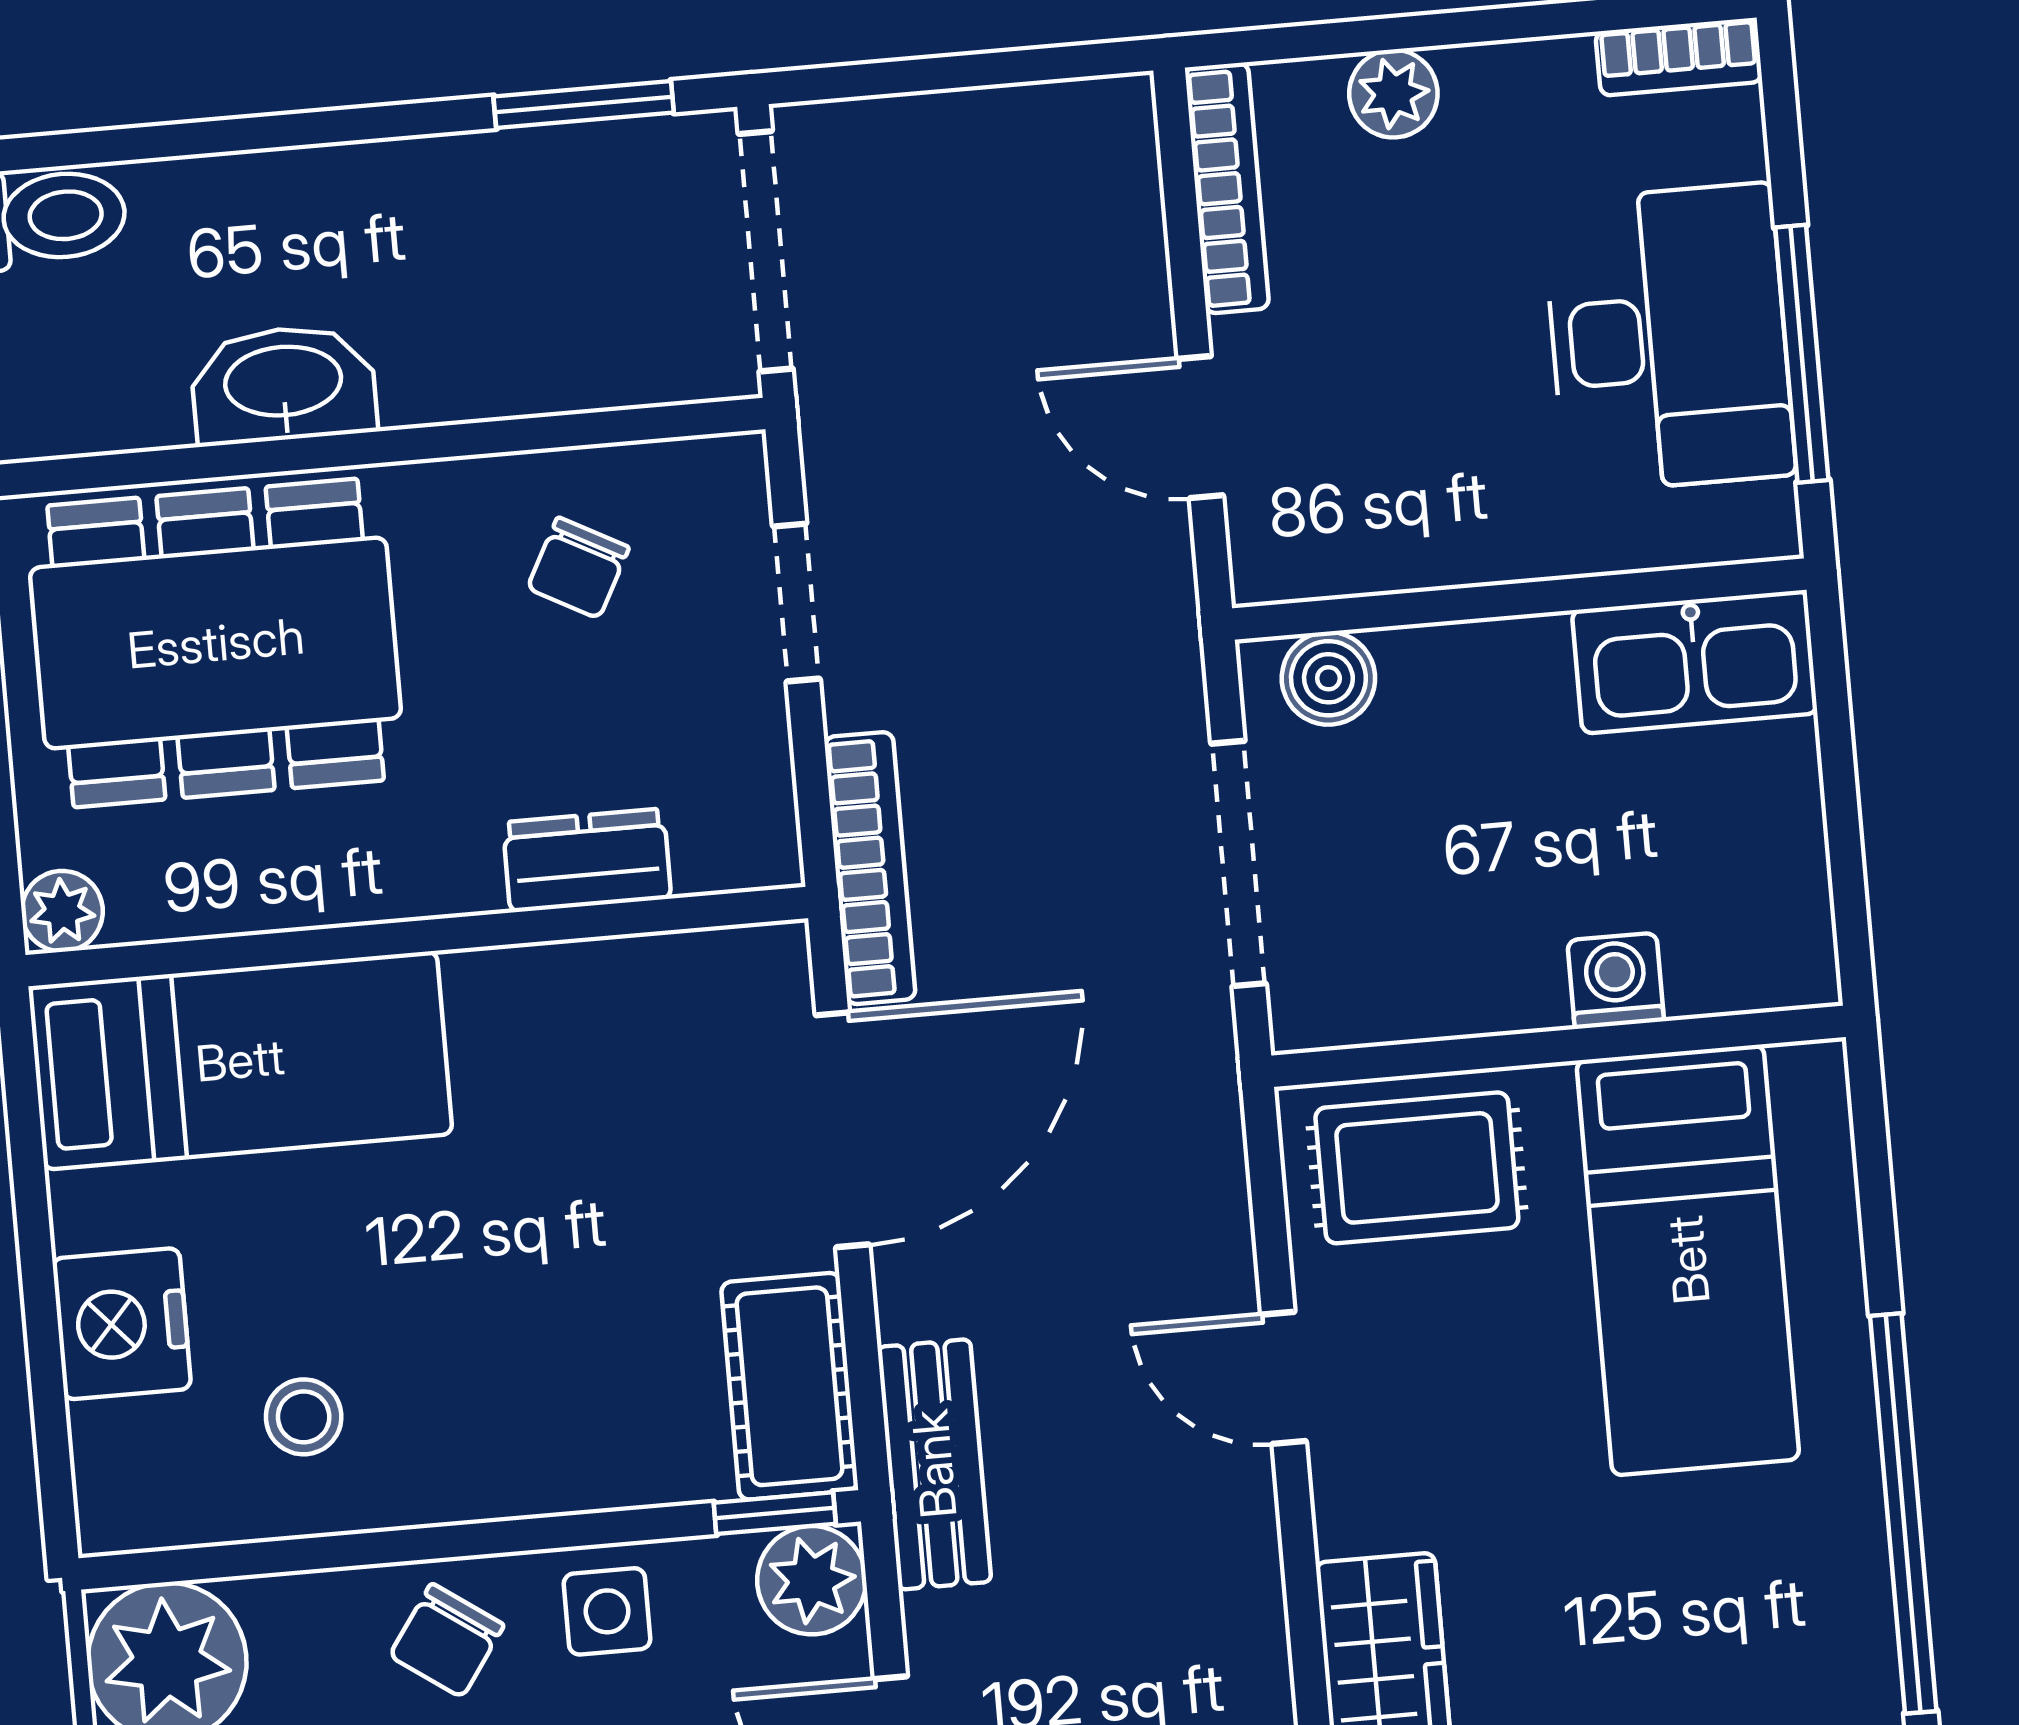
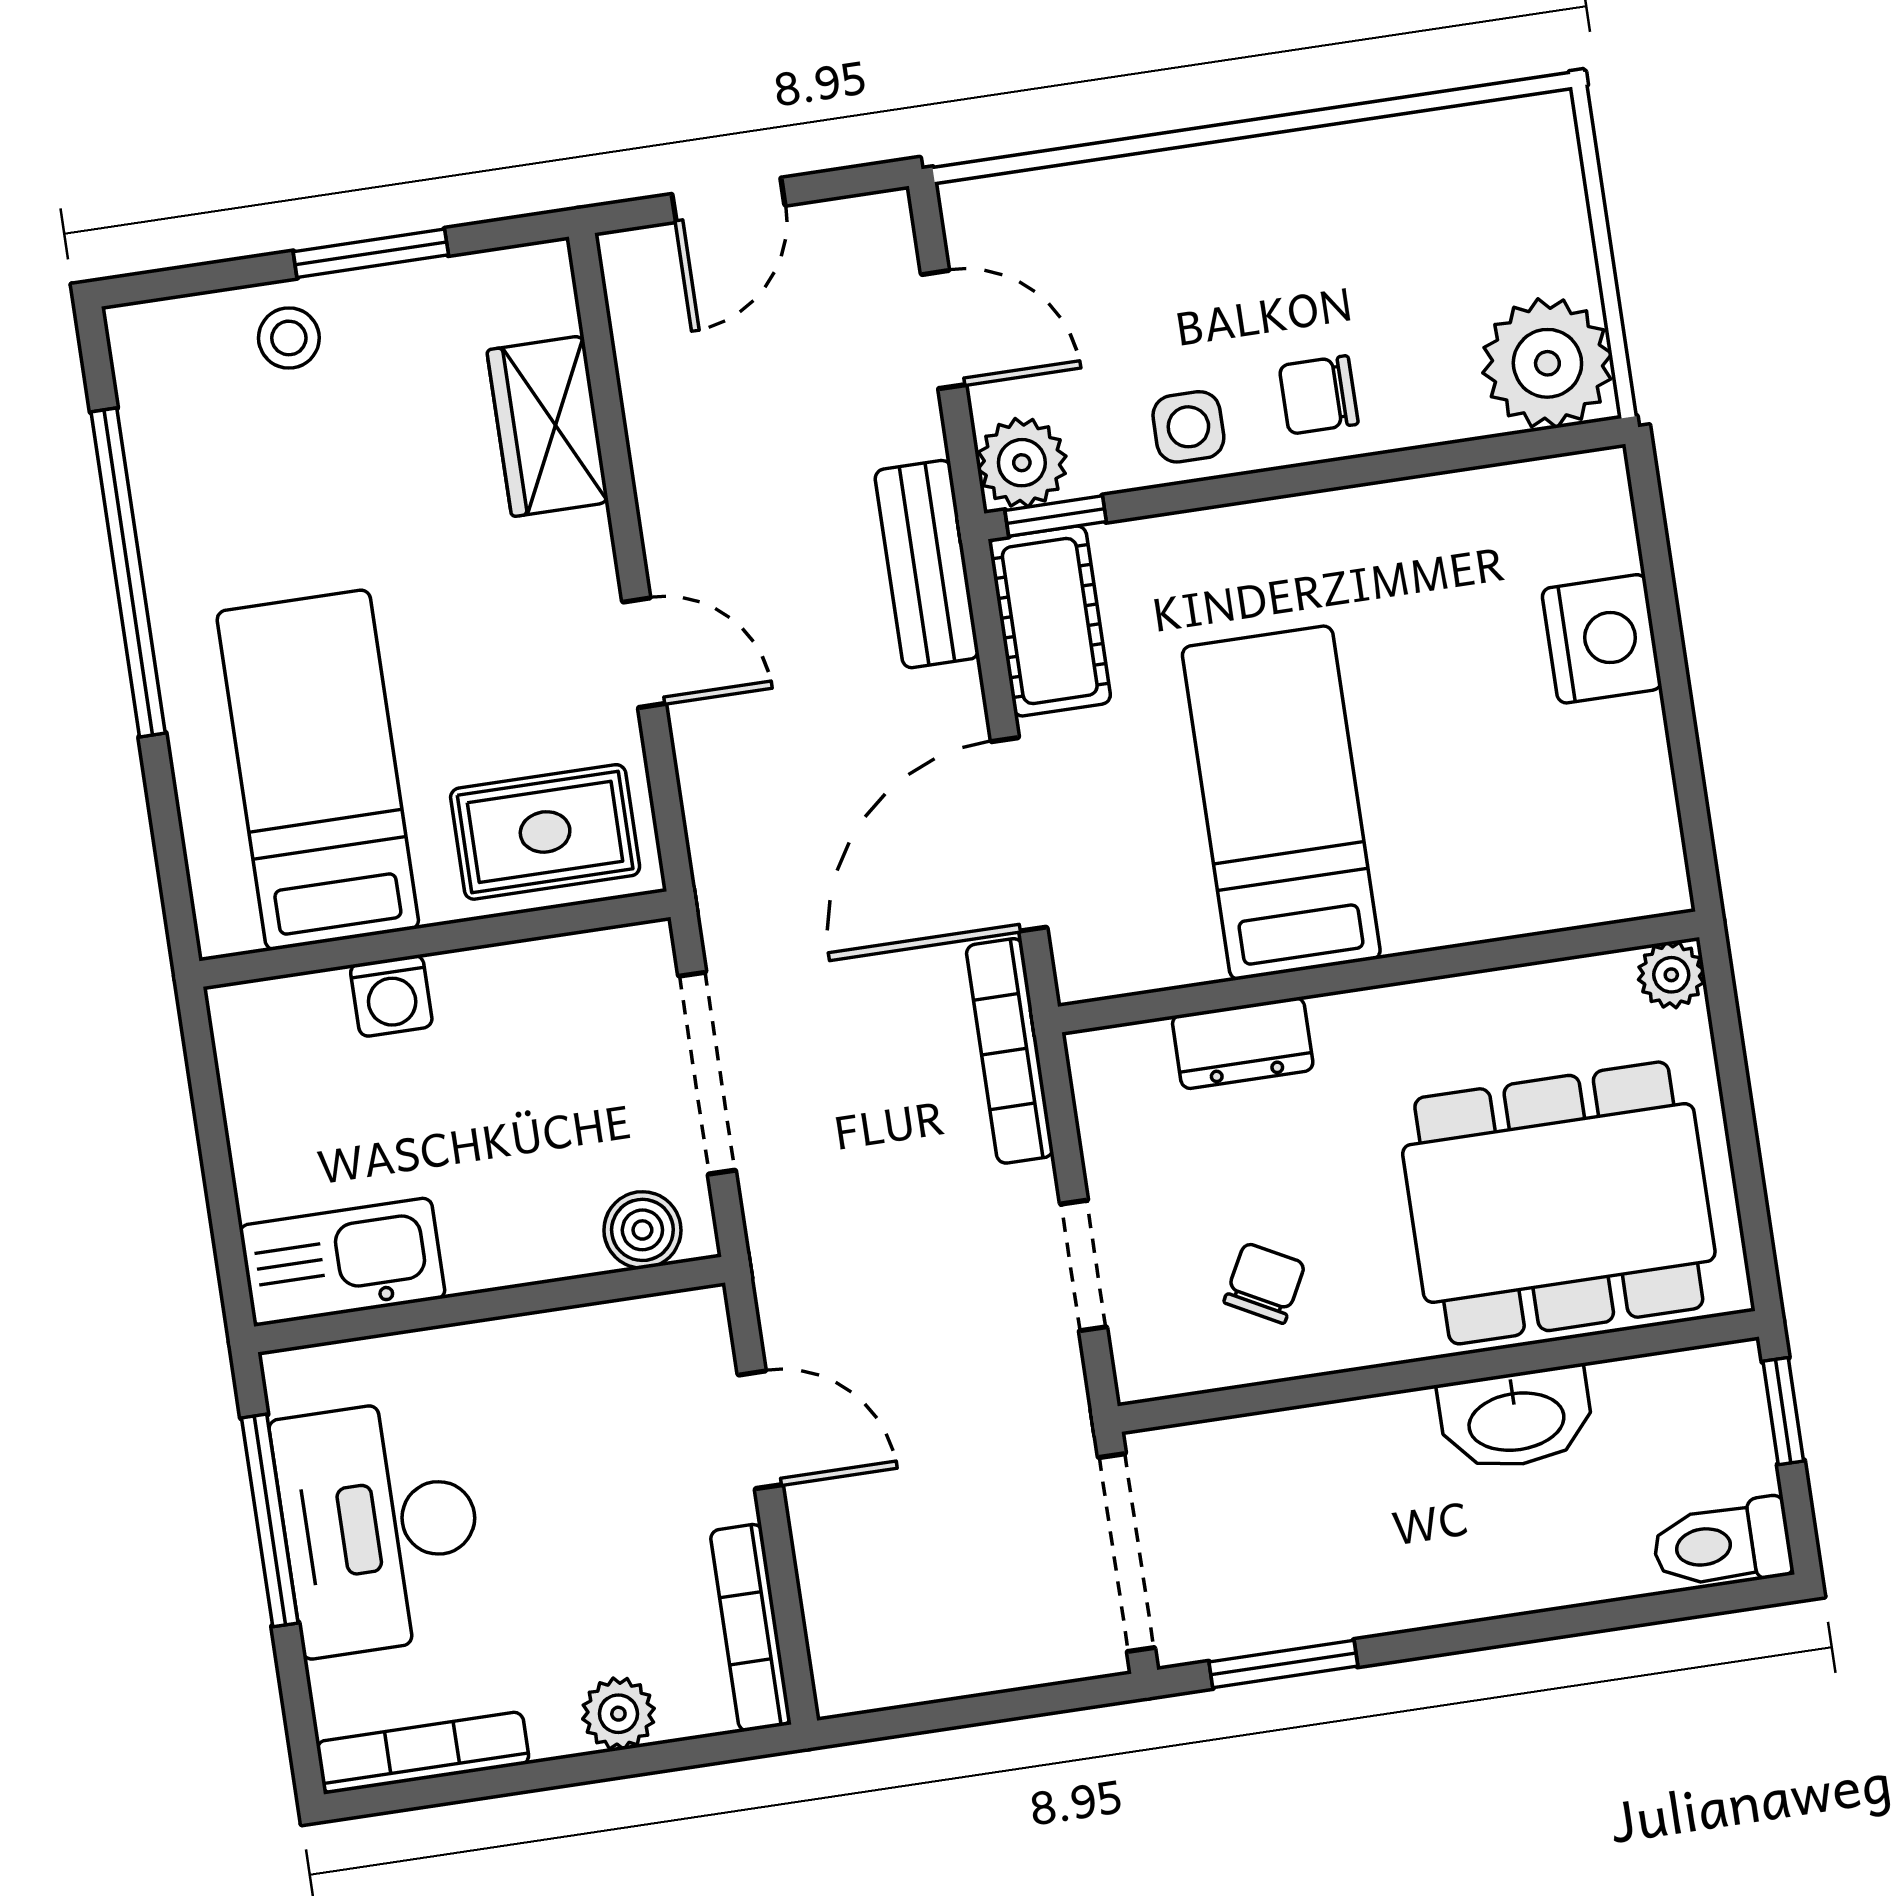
bookcase: (1679, 57) -> (423, 1753), width x1.56
bed: (240, 1060) -> (1281, 803), moved, turned 90
stool: (304, 1417) -> (1447, 571), removed
chair: (447, 1640) -> (1319, 395), turned -125

